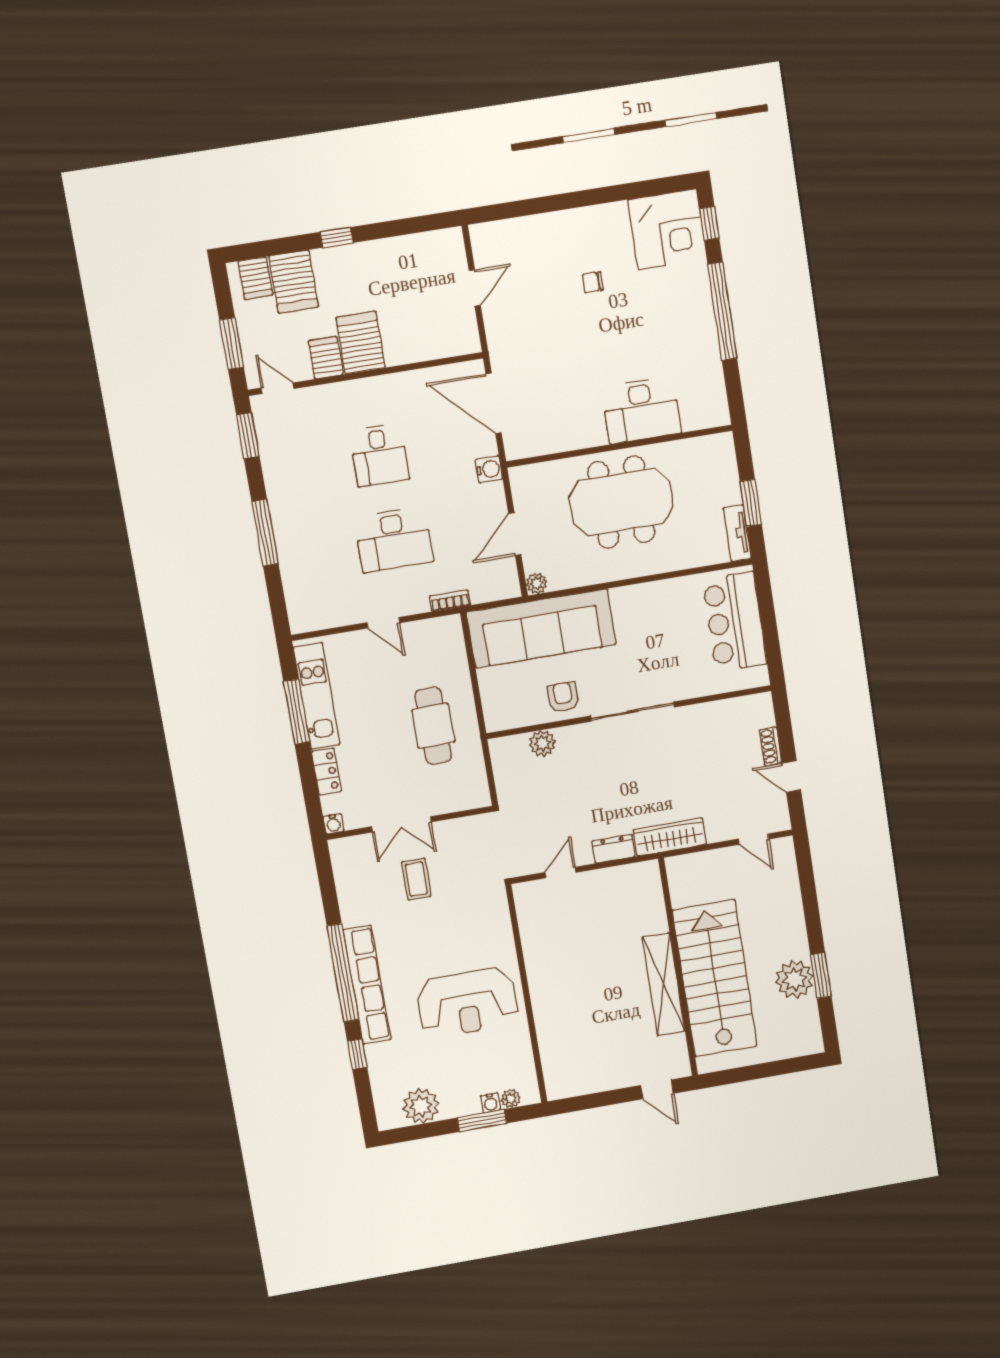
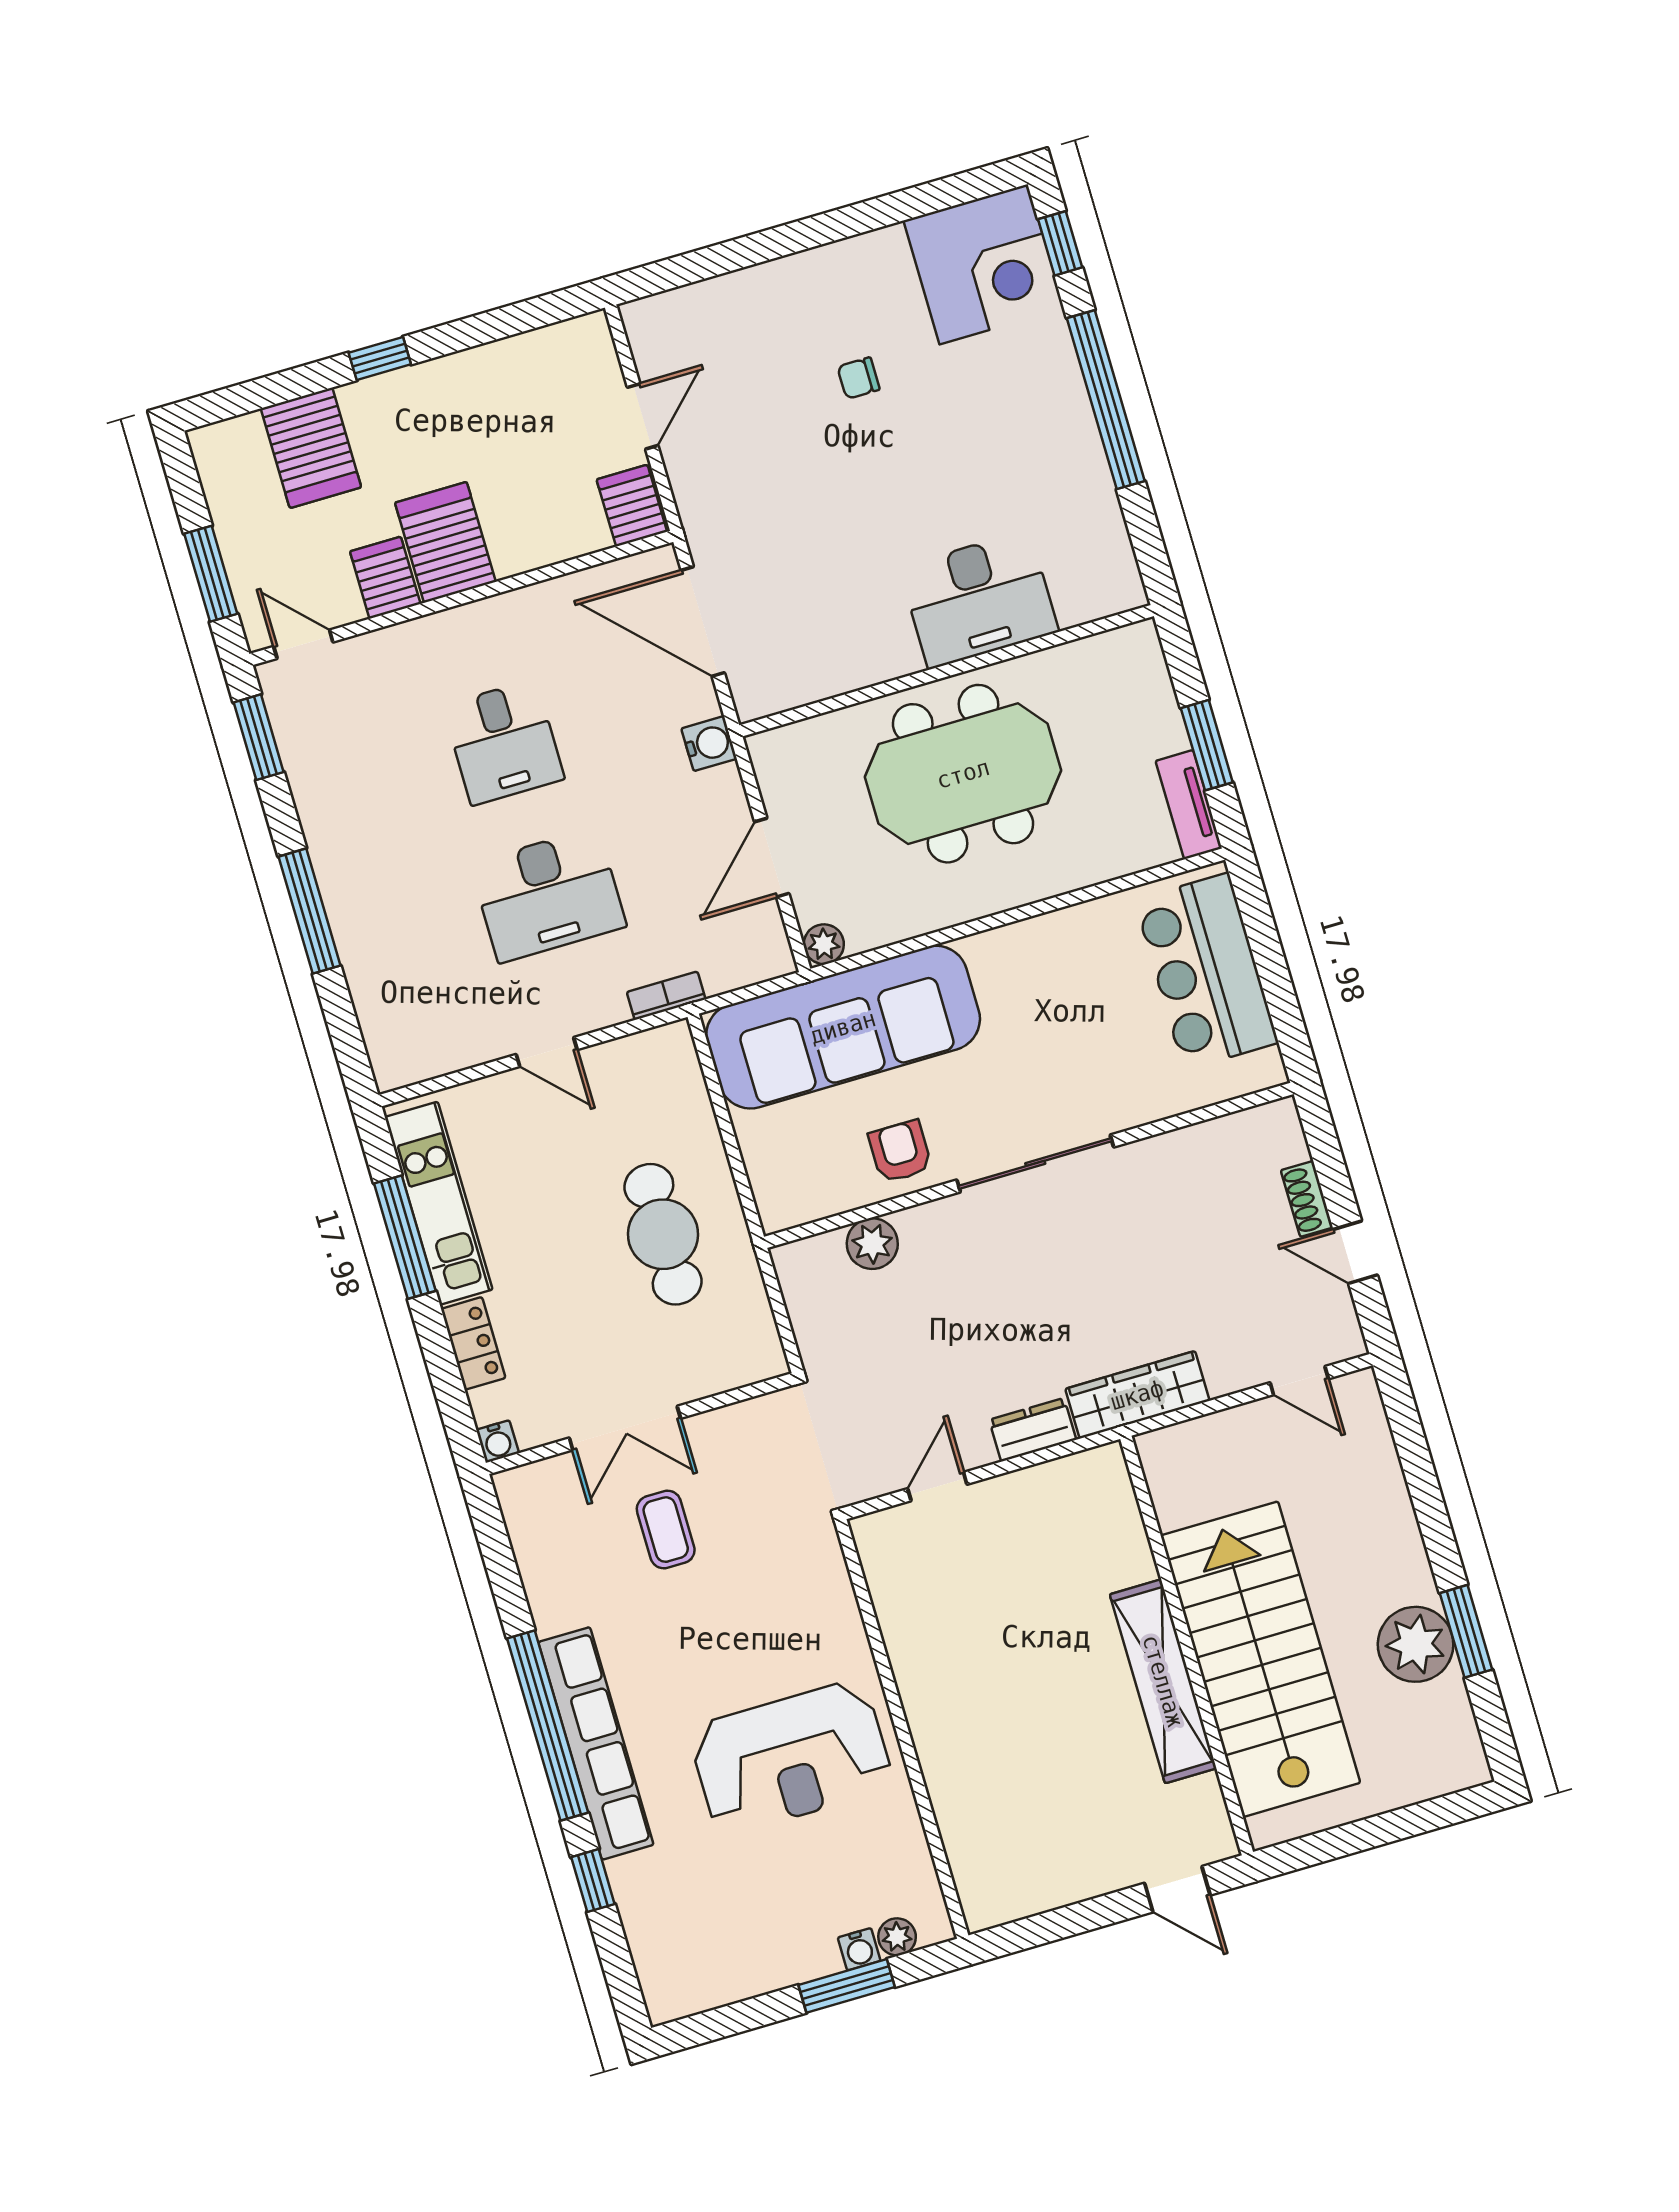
server rack: (255, 278) -> (632, 506), moved, turned 180
plant: (421, 1106) -> (726, 1970), removed

